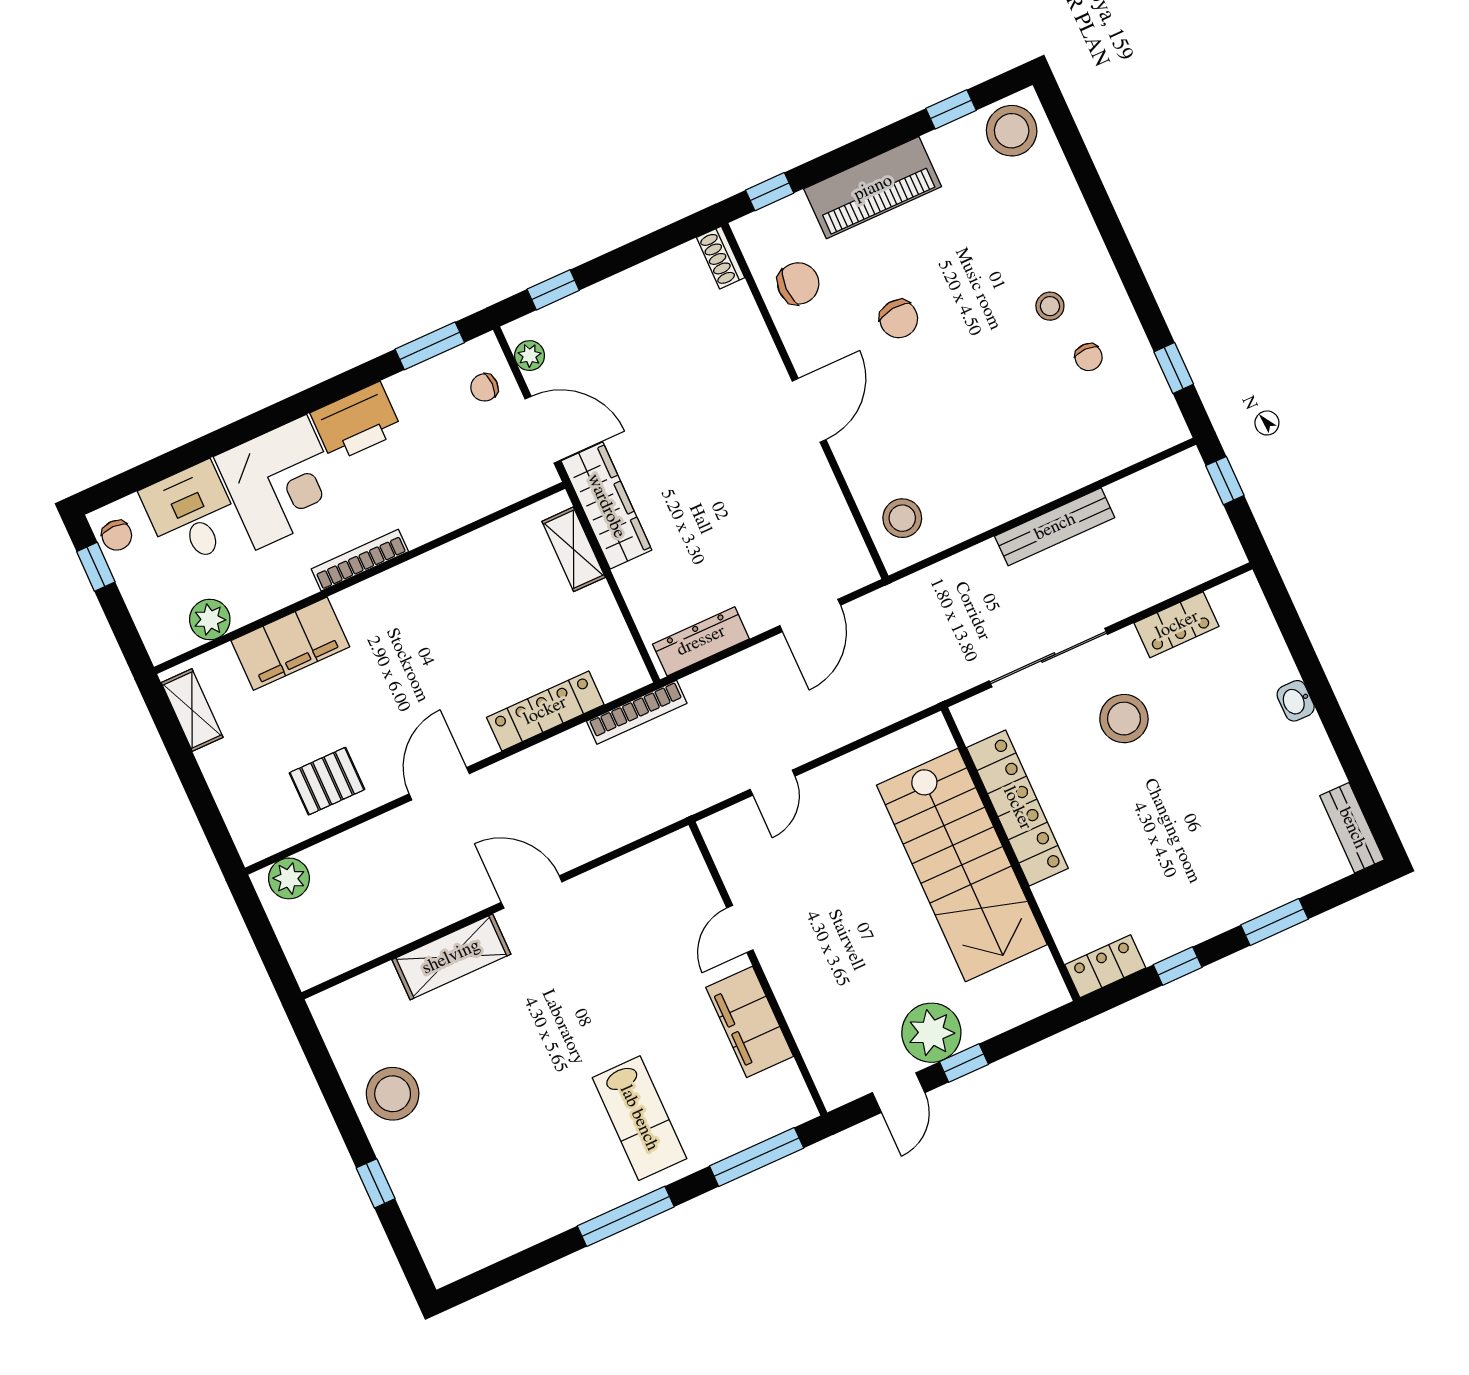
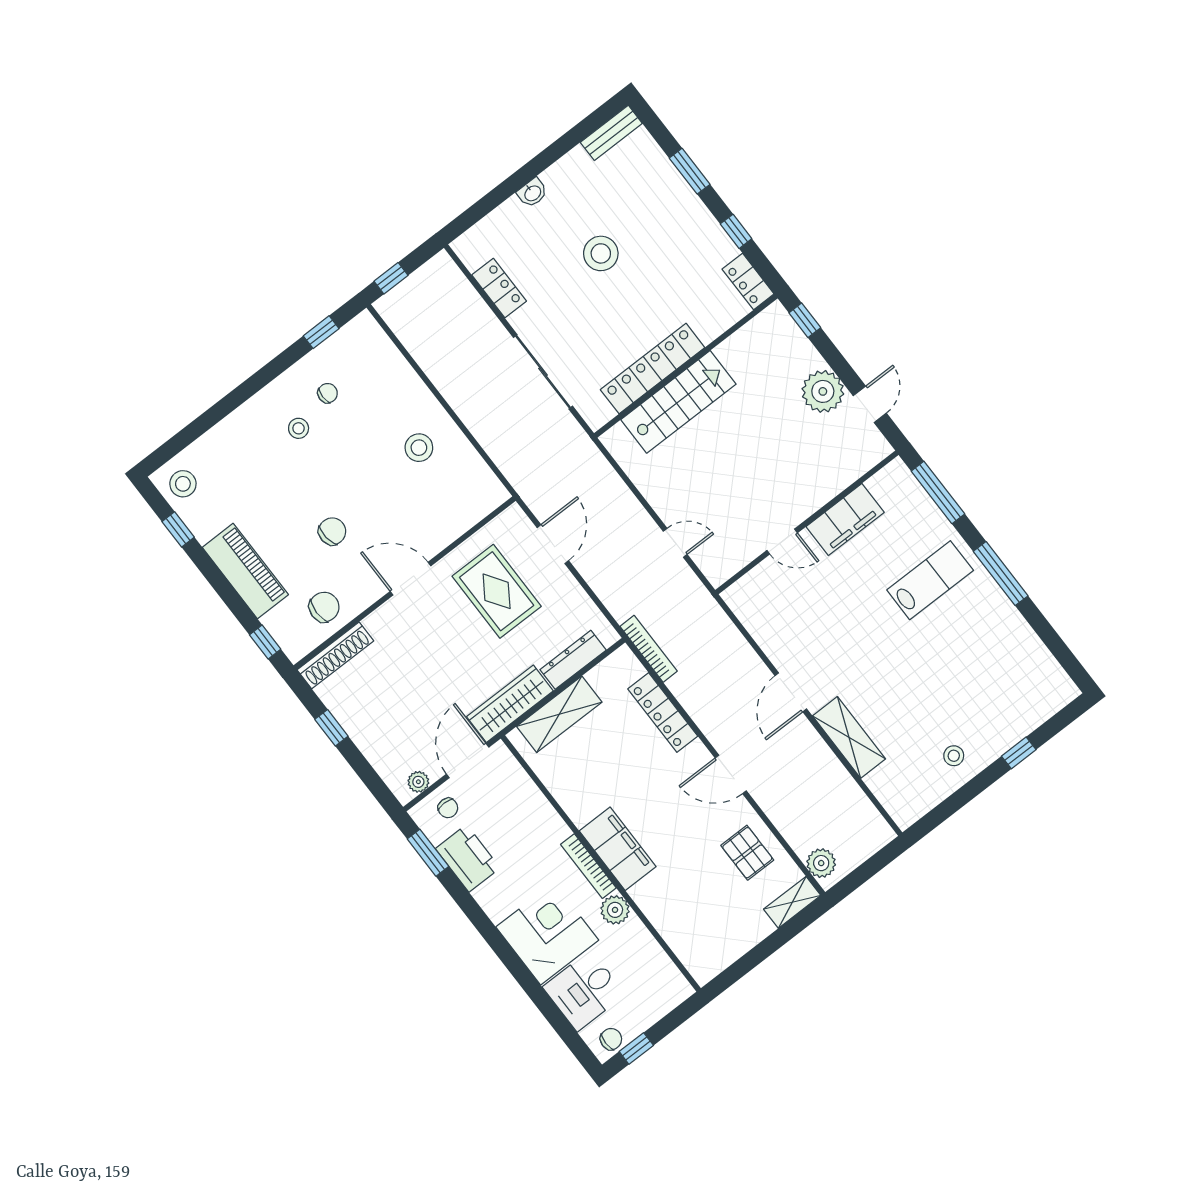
stool: (1012, 131) -> (183, 484), width x0.73, depth x0.73
shoe rack: (721, 258) -> (335, 655), width x1.94, depth x1.24
chair: (798, 283) -> (324, 607), turned 90
window: (553, 290) -> (331, 728), moved
printer: (356, 422) -> (468, 858), moved
stool: (902, 518) -> (419, 448), moved
rug: (764, 524) -> (497, 591), added
bench: (1055, 527) -> (451, 389), removed
shelving: (574, 549) -> (559, 714), width x1.50, depth x1.33
door: (810, 615) -> (553, 544), hinge flipped
plant: (210, 619) -> (615, 910), moved
dresser: (701, 641) -> (573, 660), moved, turned 90
filing cabinet: (290, 644) -> (618, 849), moved
shelving: (192, 710) -> (792, 902), moved
stool: (1124, 719) -> (601, 253), moved
stairs: (962, 865) -> (678, 402), width x0.73, depth x0.66
window: (964, 1063) -> (805, 320), moved
door: (899, 1093) -> (870, 404), hinge flipped
stool: (393, 1094) -> (954, 756), width x0.53, depth x0.53

